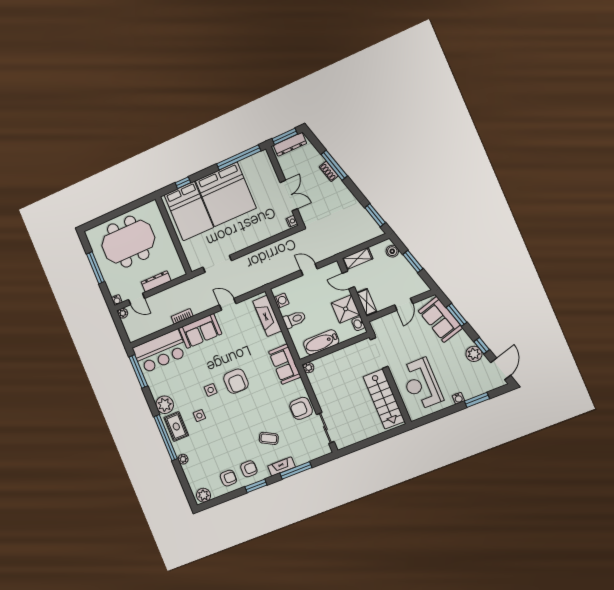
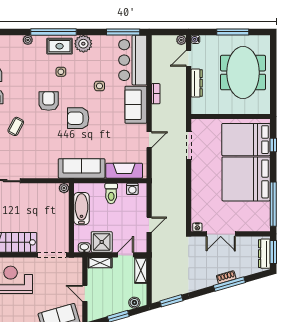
sofa: (285, 364) -> (82, 168), width x1.36
side table: (211, 390) -> (99, 86), moved
armchair: (301, 408) -> (49, 101), moved

